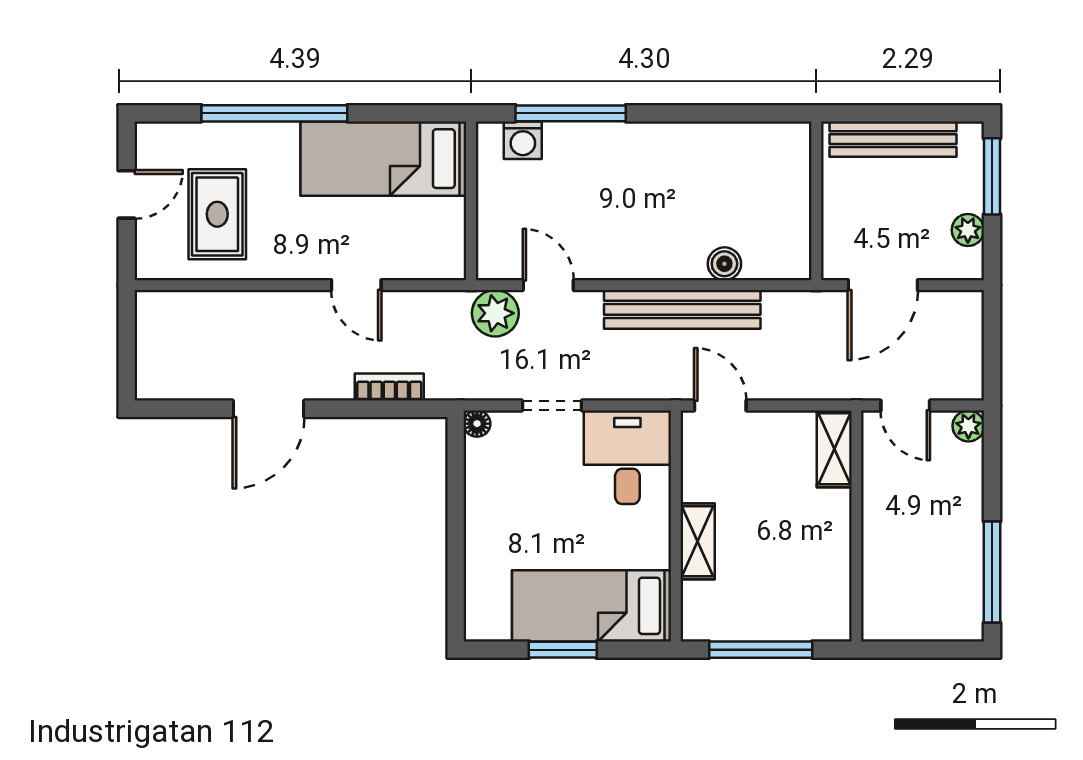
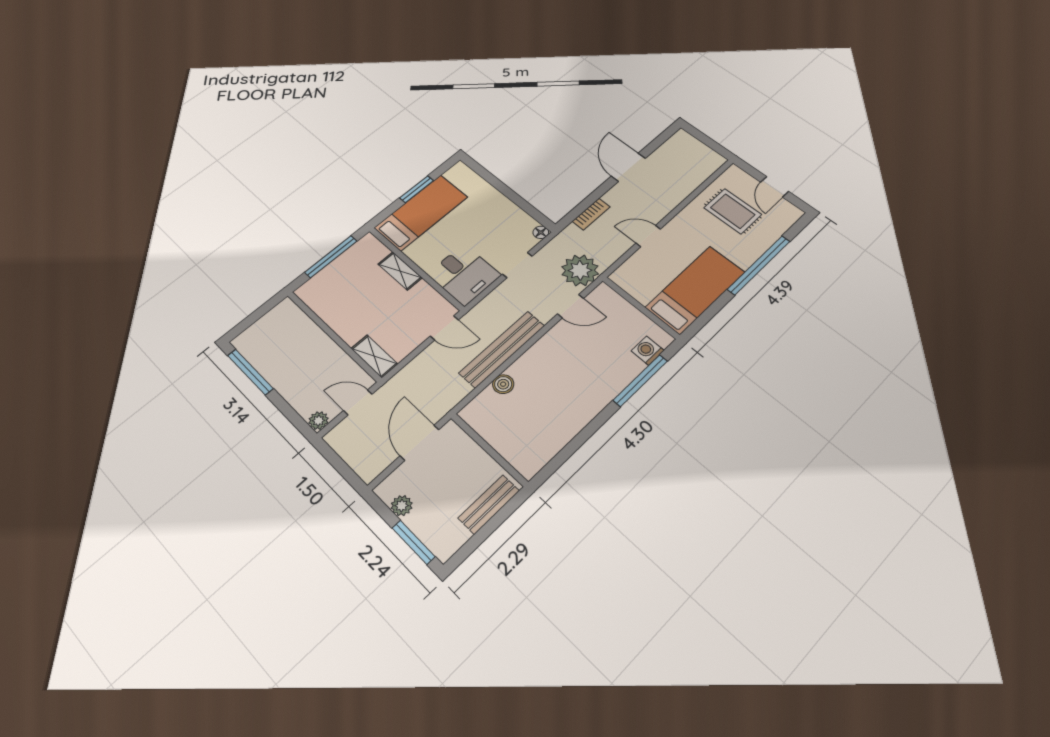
bench: (893, 139) -> (489, 504), width x0.73
plant: (495, 313) -> (580, 270), width x1.36, depth x1.36

